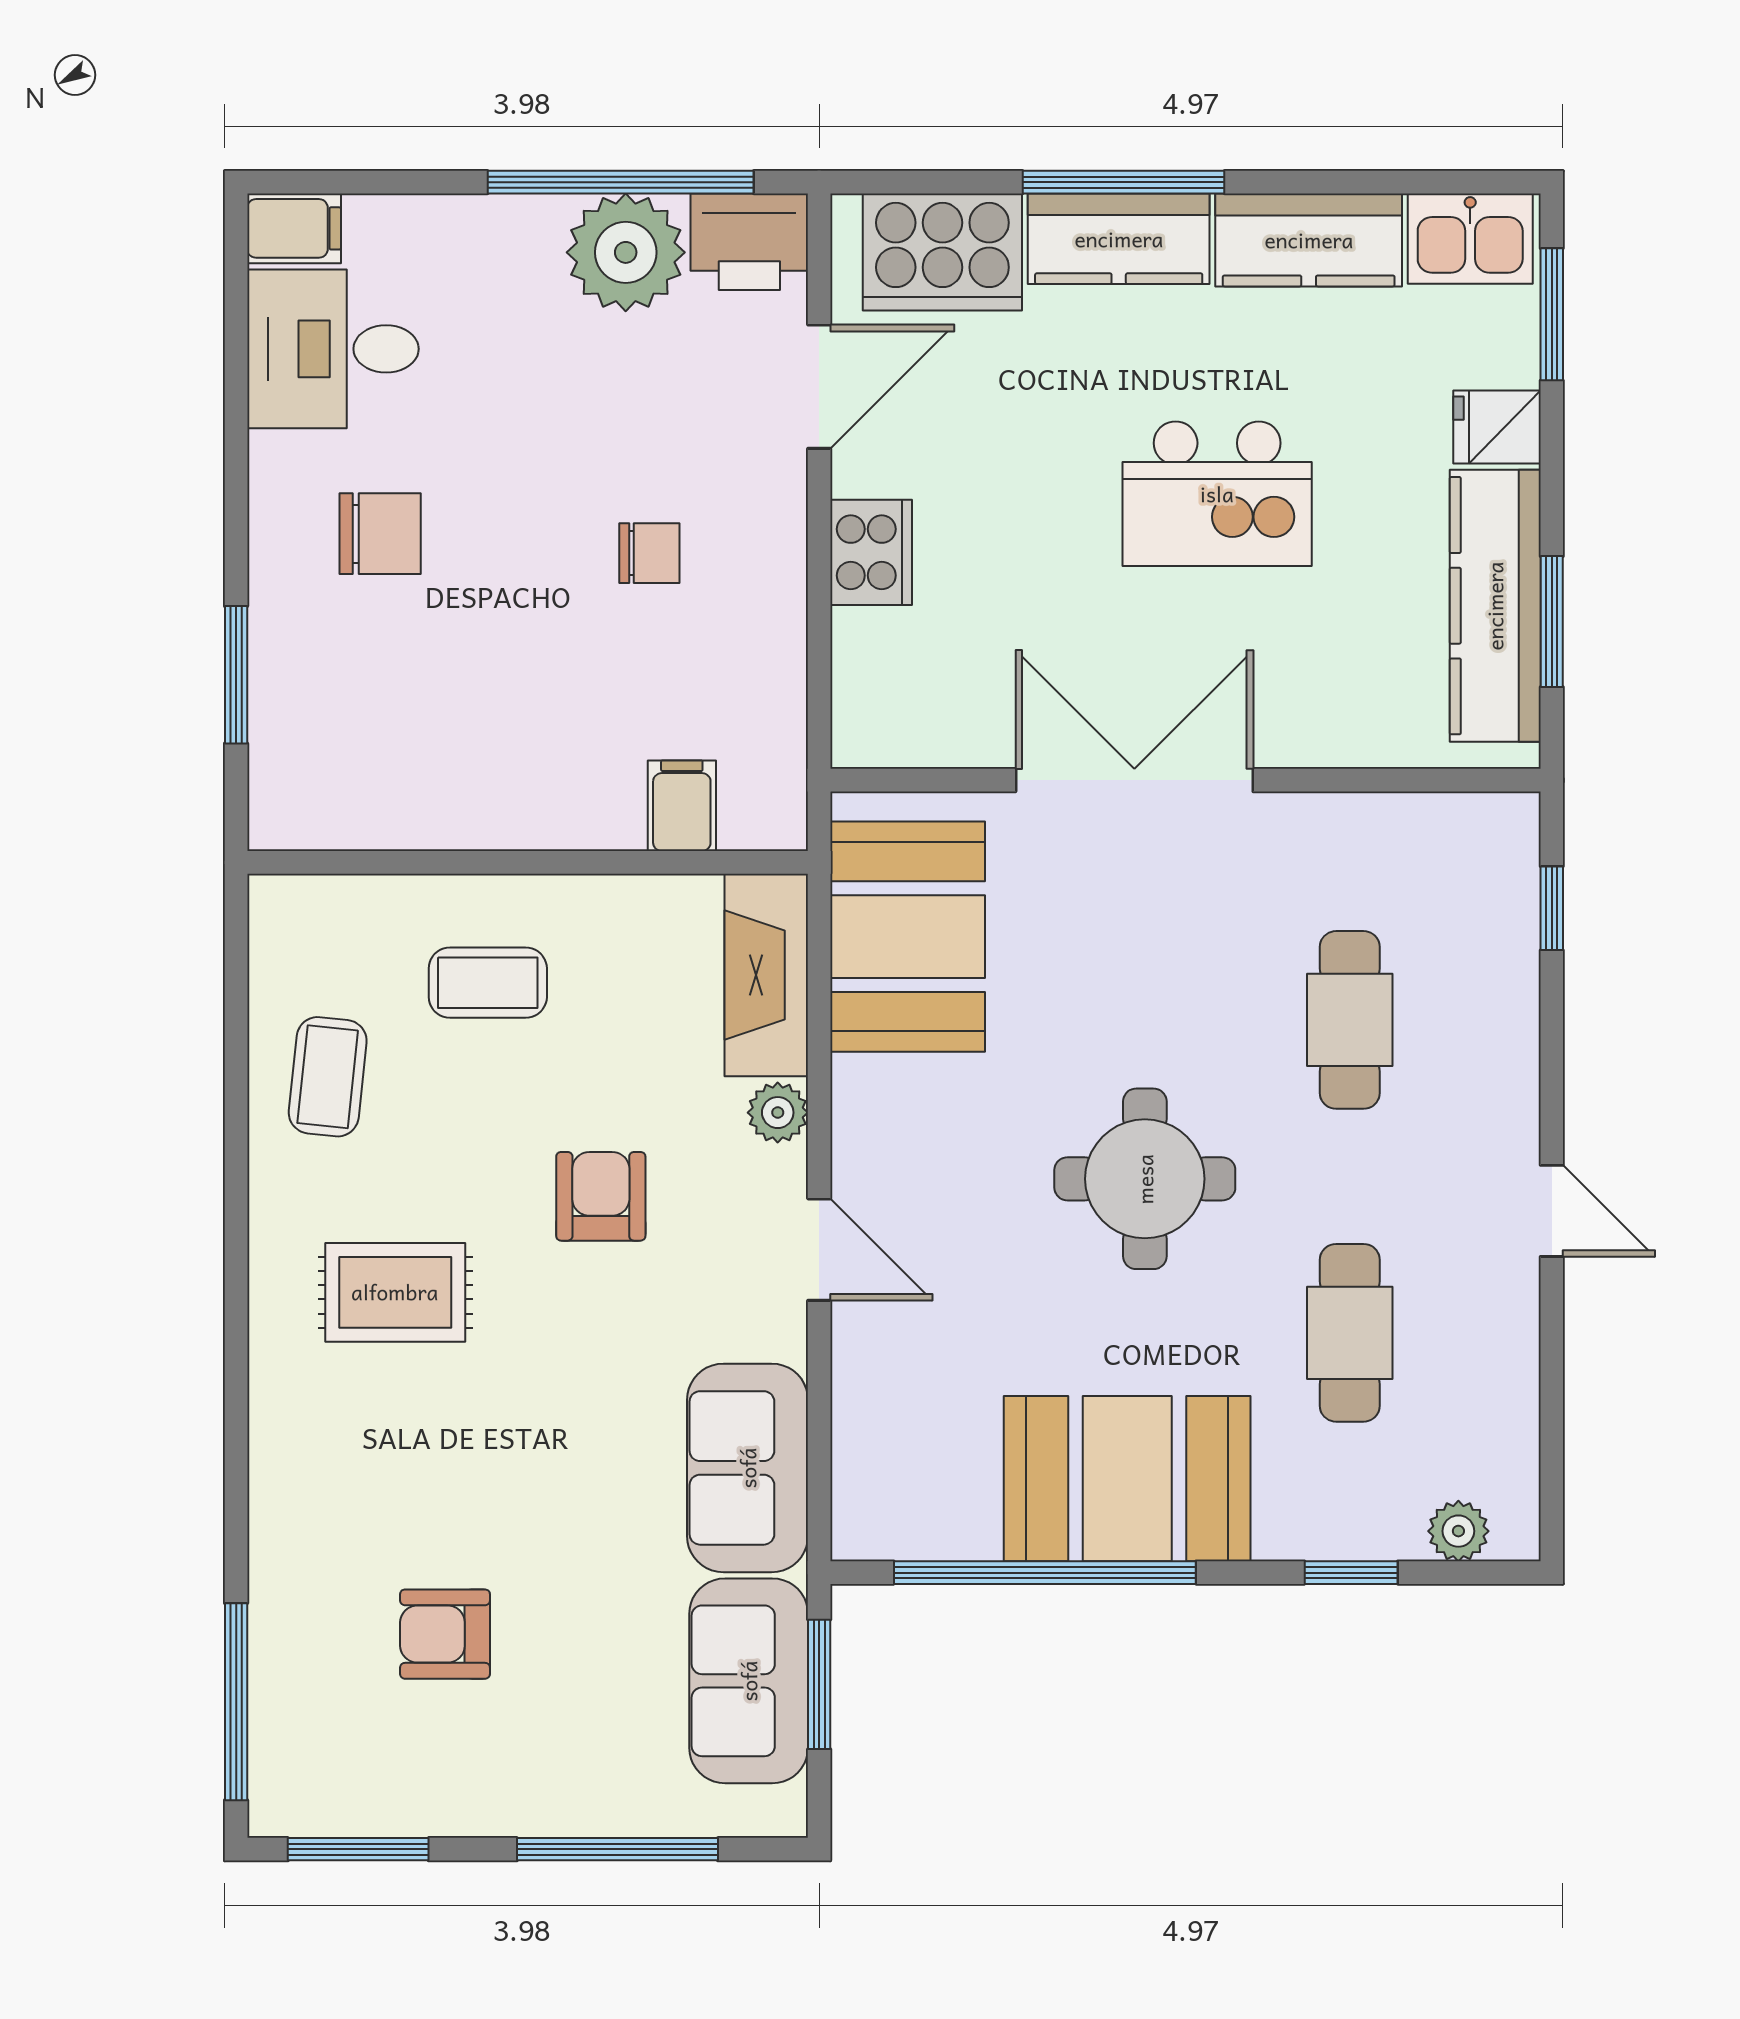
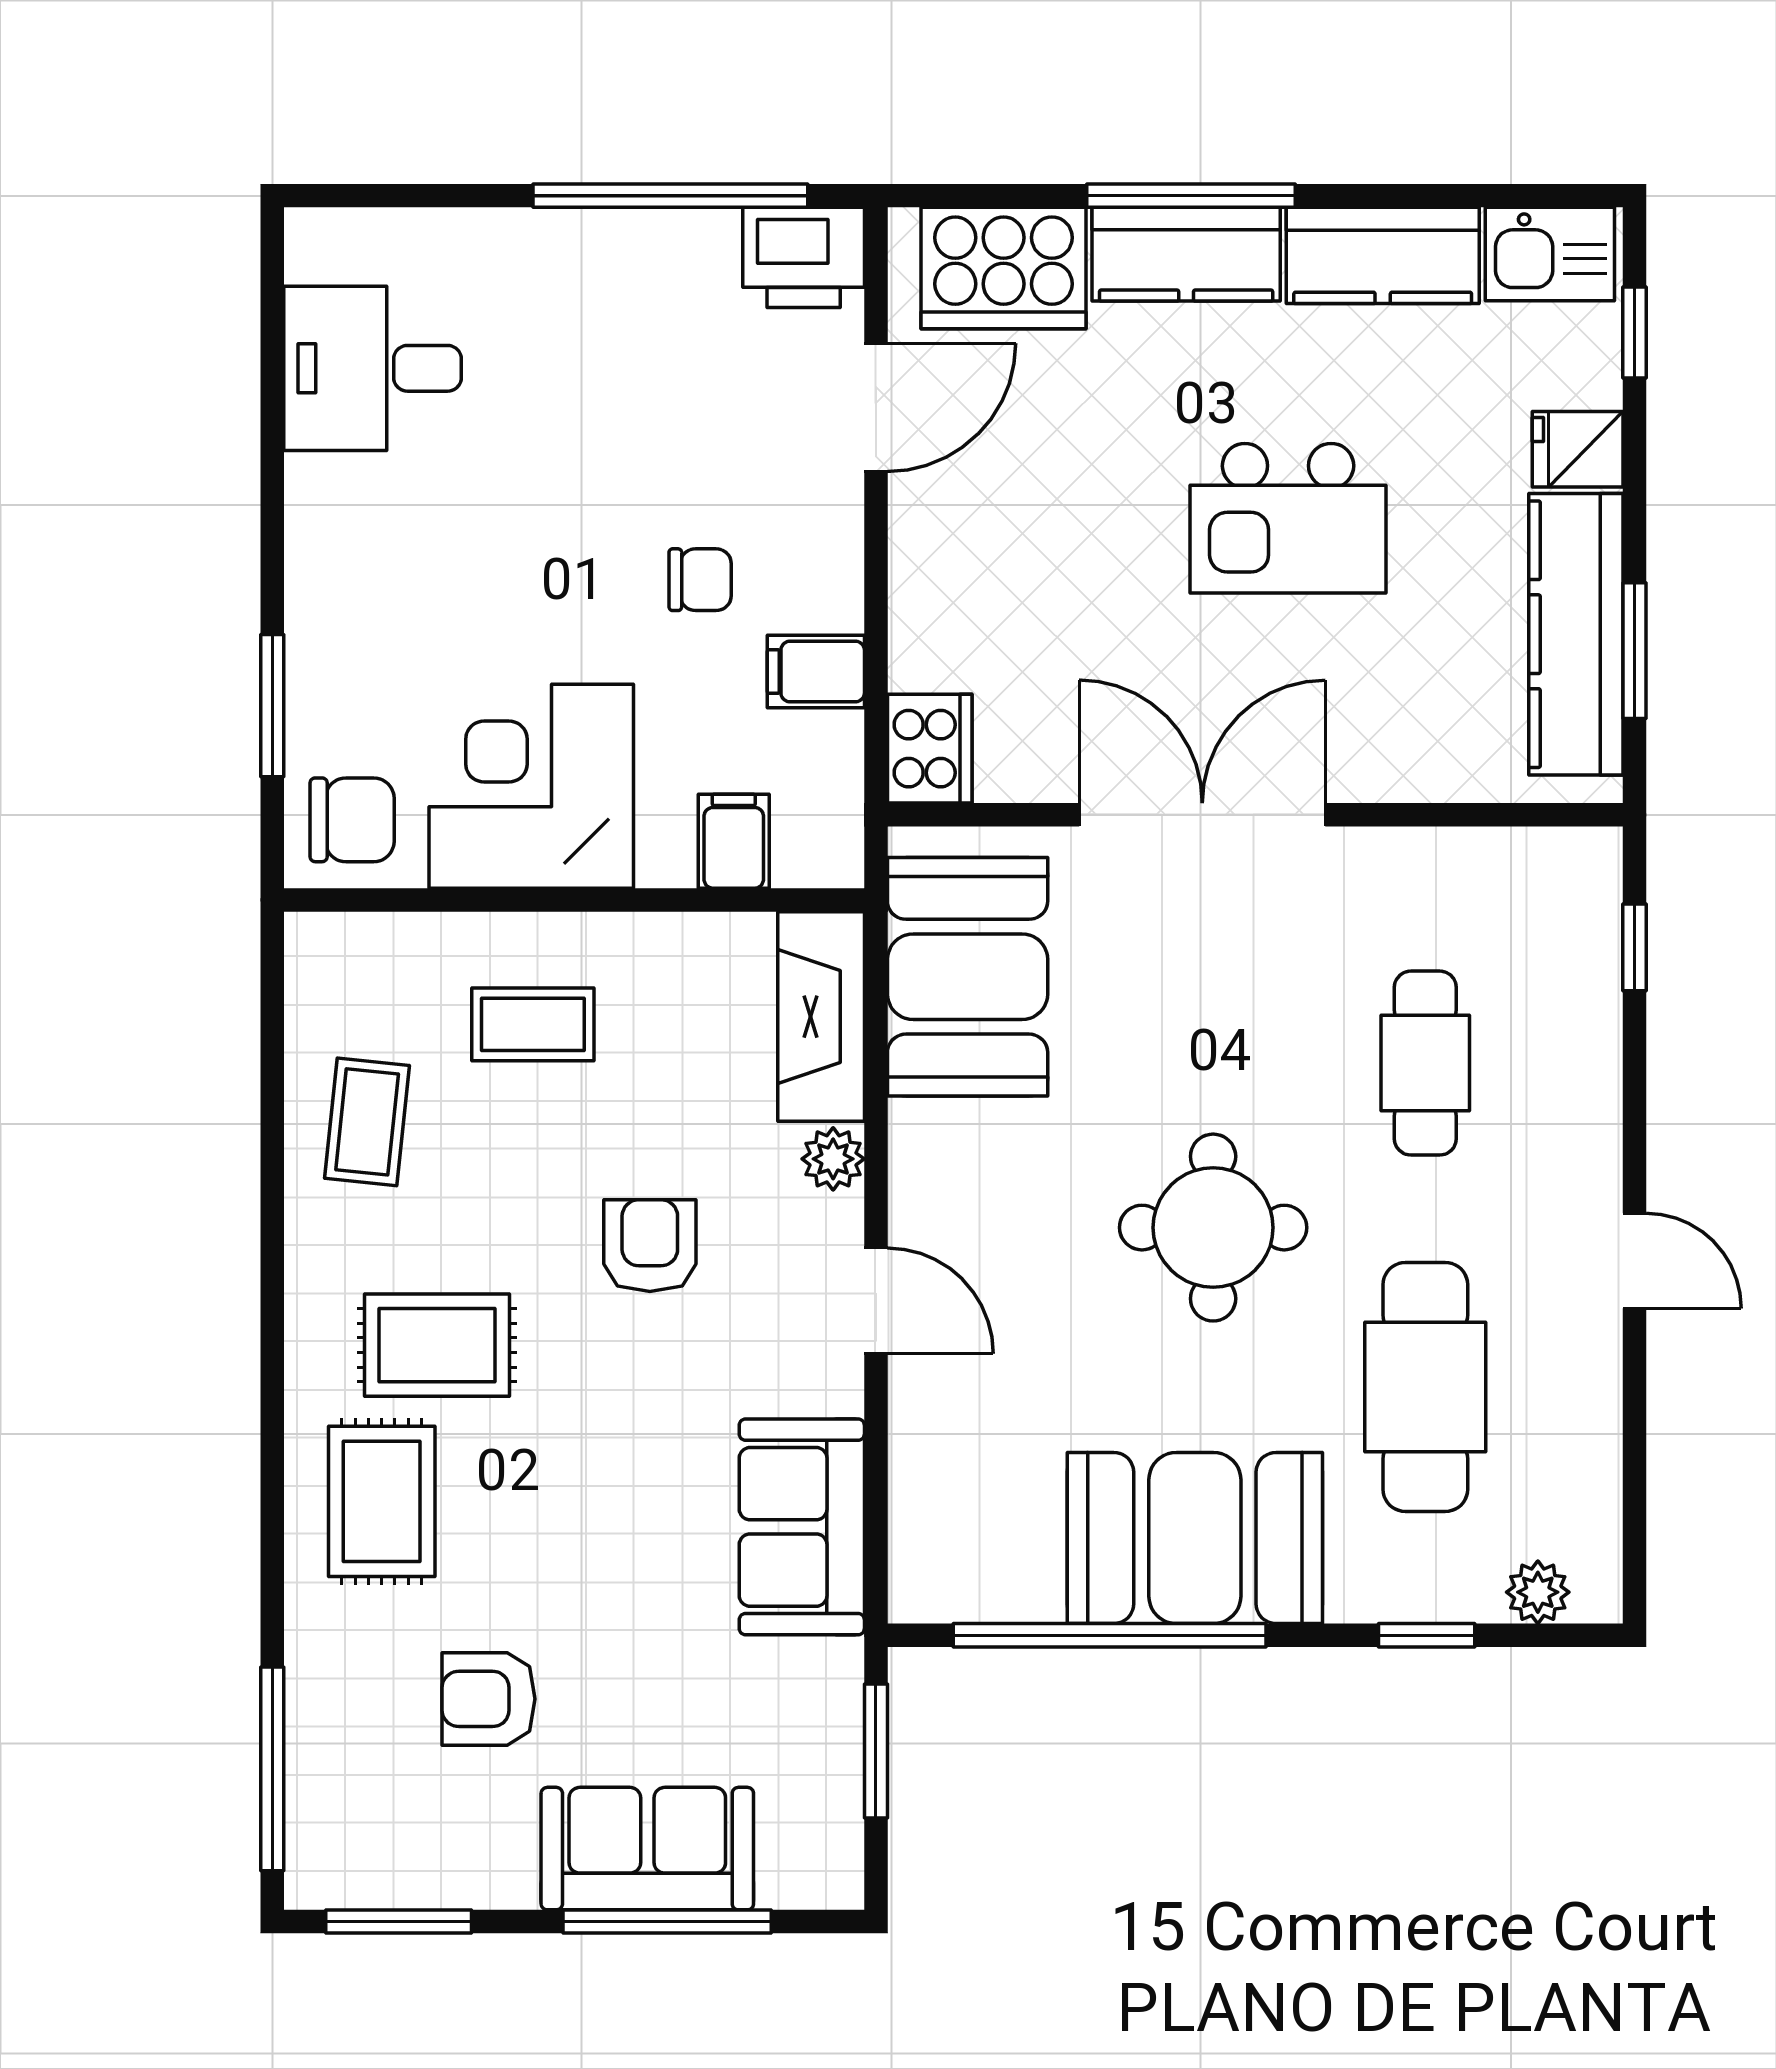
filing cabinet: (294, 228) -> (816, 672), moved, turned 180
plant: (626, 252) -> (676, 268), removed
window: (1552, 314) -> (1634, 332), width x0.67
chair: (380, 534) -> (352, 820), moved
cooker: (871, 552) -> (930, 749), moved
corner desk: (486, 753) -> (531, 786), added
cafe table: (1350, 1333) -> (1425, 1387), width x1.37, depth x1.35
rug: (342, 1443) -> (382, 1501), added
sofa: (749, 1681) -> (647, 1849), moved, turned 90

